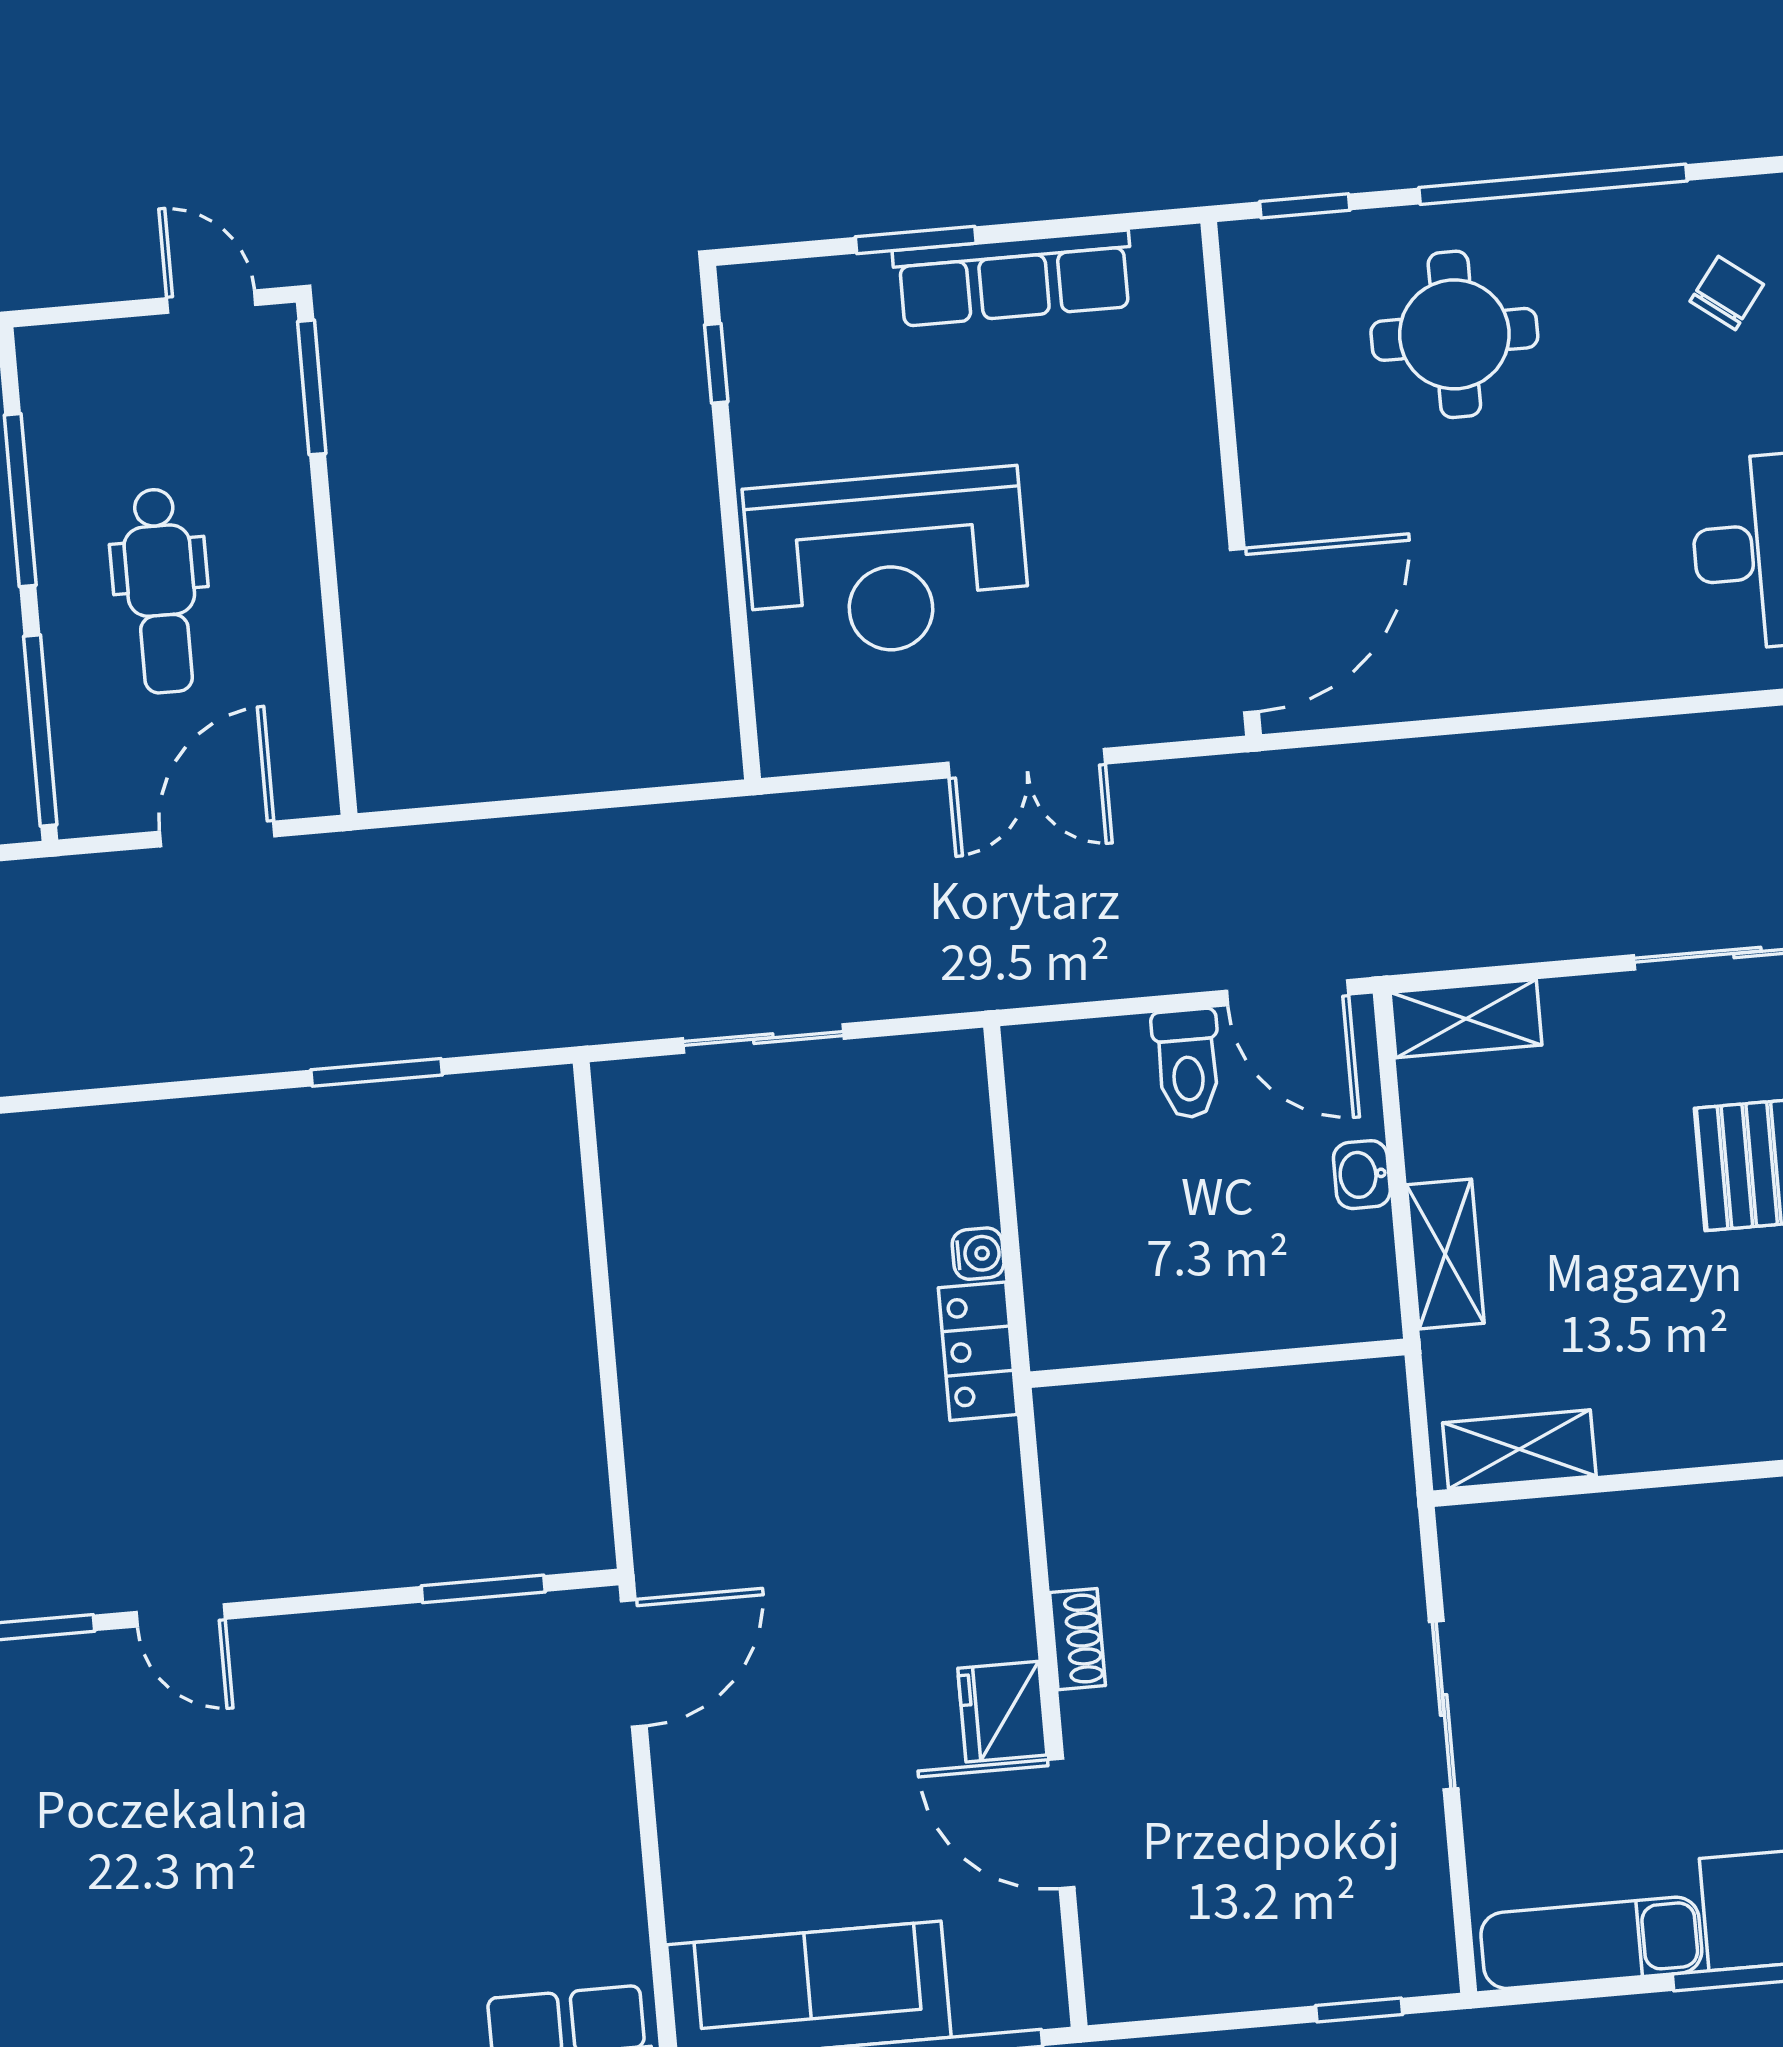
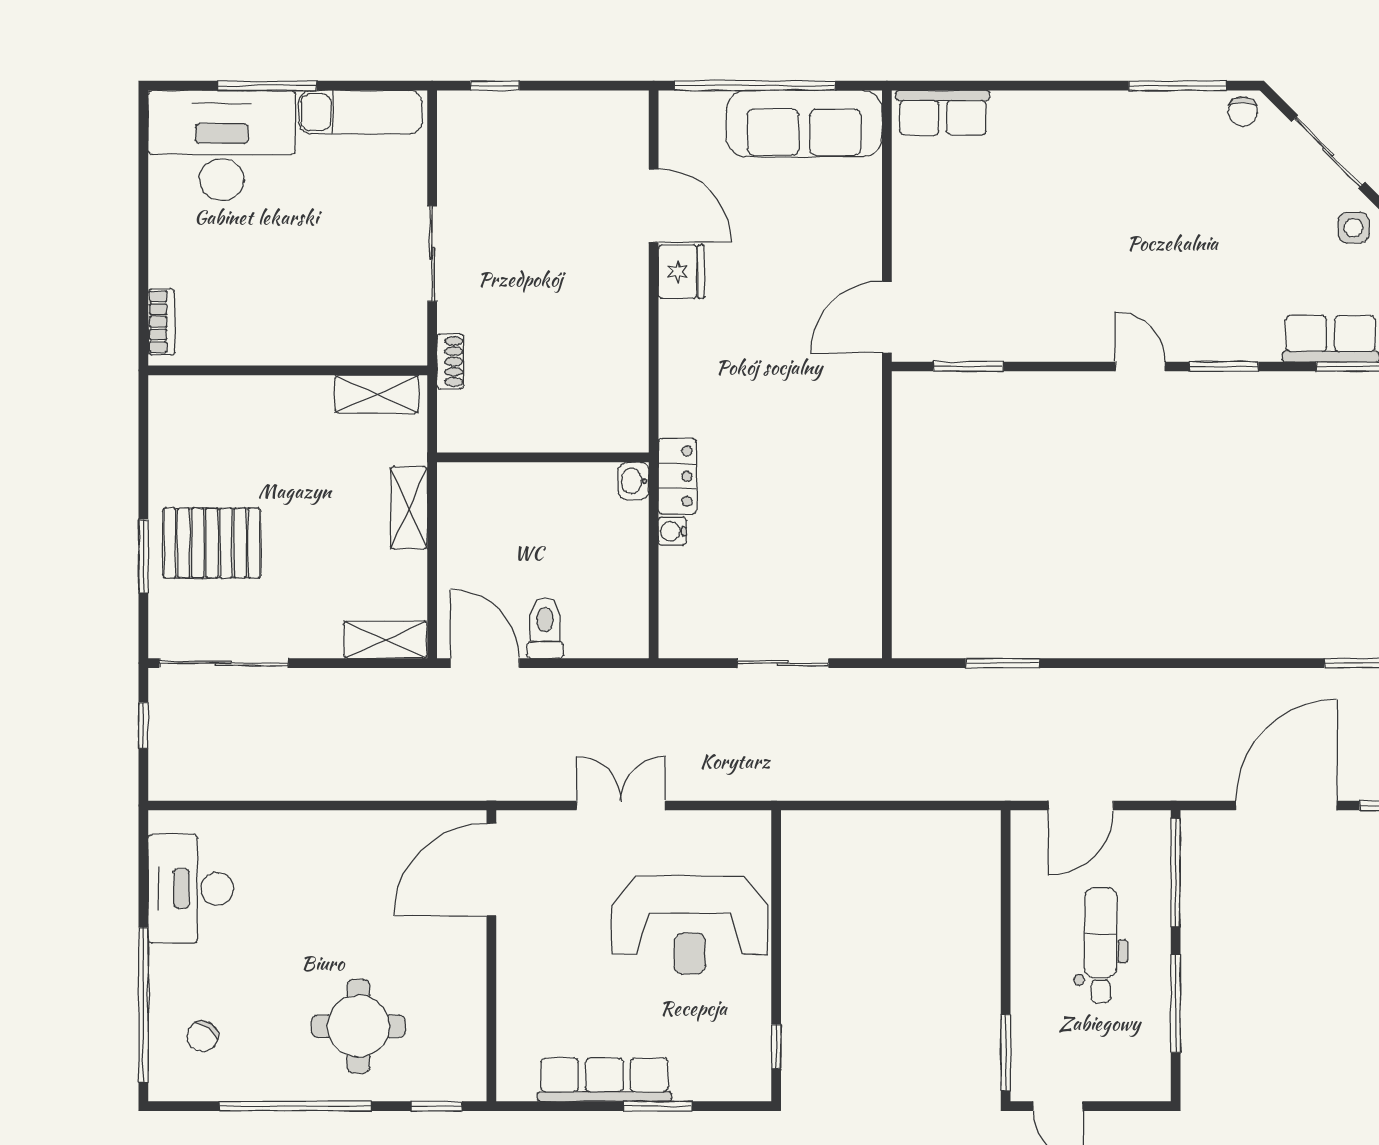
reception desk: (887, 563) -> (690, 925), turned 180
washbasin: (1362, 1175) -> (634, 481), moved, turned 180
shoe rack: (1077, 1639) -> (450, 361), moved, turned 180

